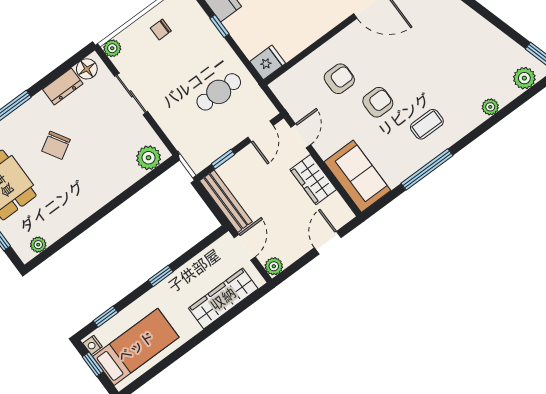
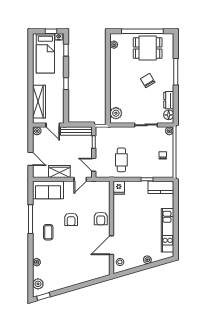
armchair: (339, 79) -> (101, 219), moved
door: (301, 136) -> (80, 179), hinge flipped

